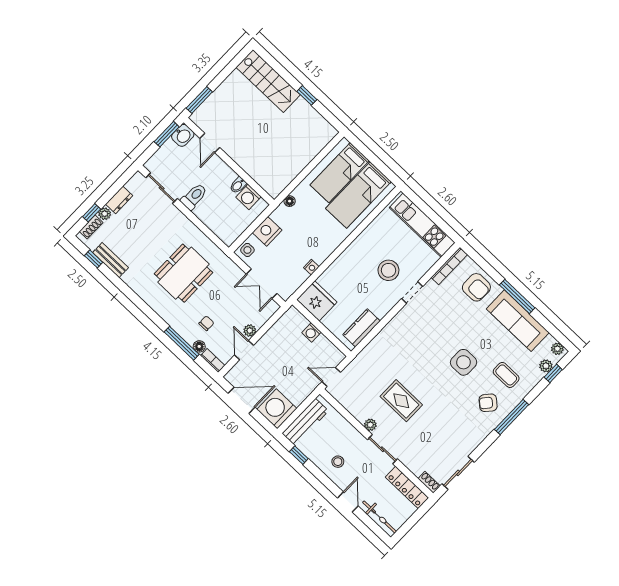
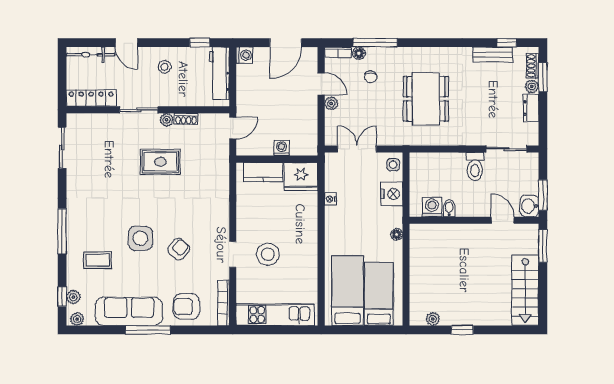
stairs: (268, 81) -> (525, 290), moved, turned -90
plant: (320, 122) -> (433, 319), added
window: (92, 213) -> (543, 77), width x1.50
kitchen counter: (362, 328) -> (263, 172), moved, turned 90
armchair: (488, 403) -> (179, 249), moved
washing machine: (277, 409) -> (244, 55), width x0.53, depth x0.53
shoe rack: (429, 482) -> (186, 119), moved

